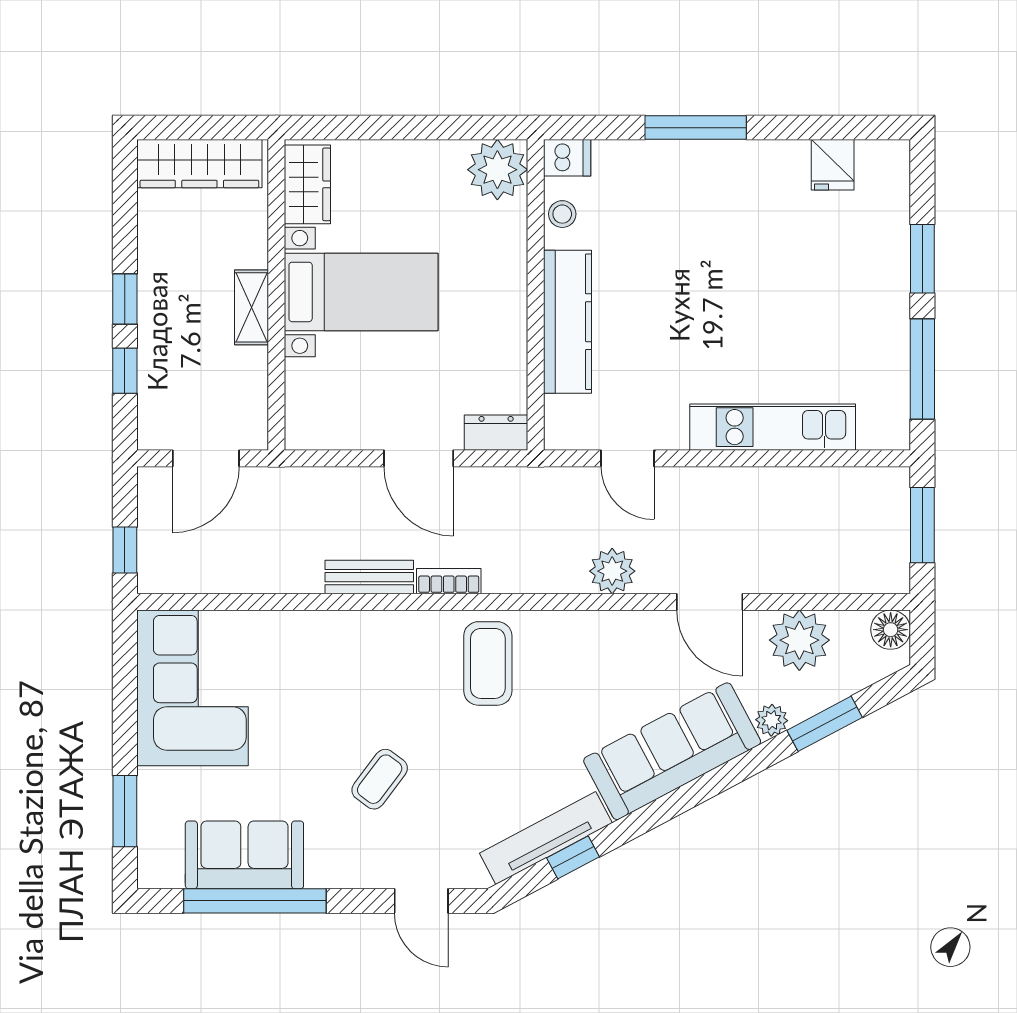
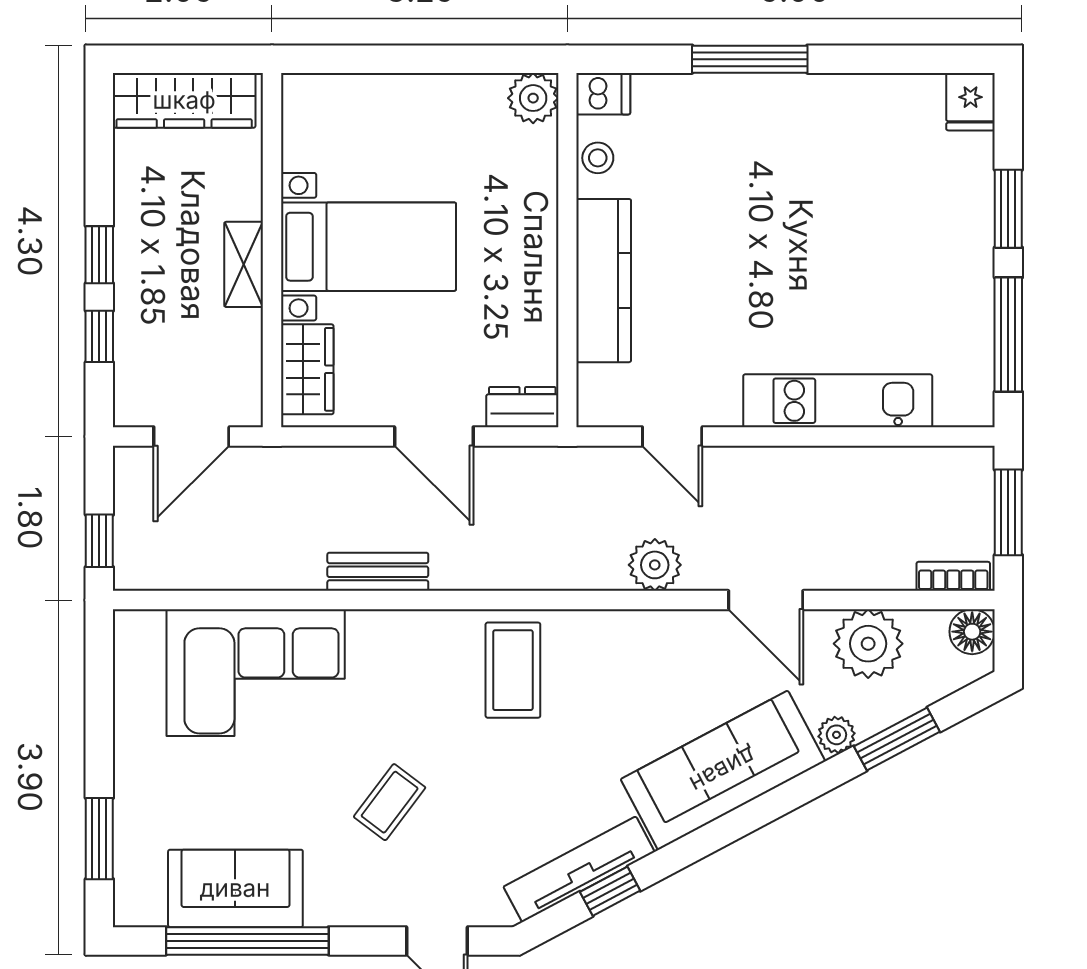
fridge: (833, 165) -> (970, 102), moved
plant: (497, 170) -> (533, 98), width x0.73, depth x0.73
wardrobe: (307, 184) -> (307, 369), moved
bookcase: (449, 581) -> (953, 576), moved
corner sofa: (193, 688) -> (256, 673), moved, turned 90

